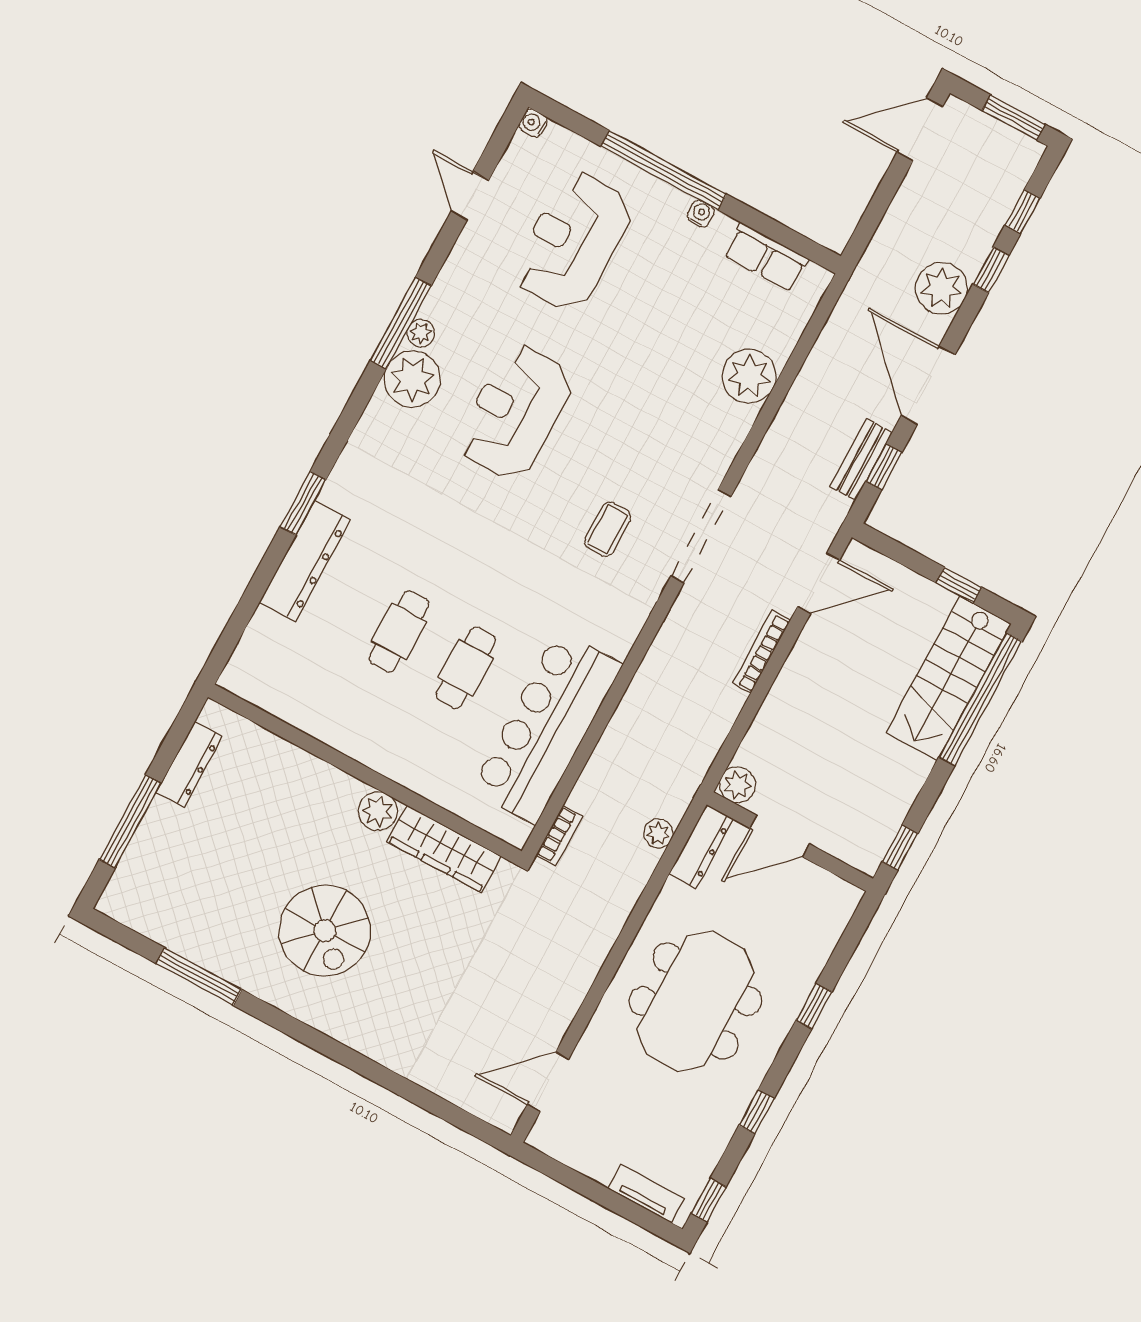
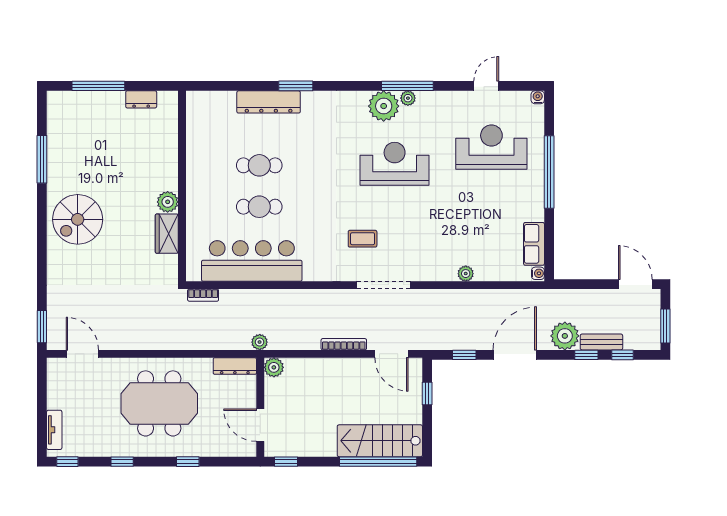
water cooler: (701, 214) -> (538, 273), moved
plant: (749, 376) -> (466, 274), width x0.53, depth x0.53
bench: (861, 459) -> (601, 342), moved
window: (959, 585) -> (427, 394), moved
dresser: (189, 764) -> (141, 99), width x0.70
plant: (658, 834) -> (260, 342), moved
door: (780, 836) -> (260, 425), moved
wardrobe: (444, 849) -> (167, 234), width x0.67
spiral stairs: (325, 931) -> (78, 219), moved
window: (469, 1123) -> (42, 327), added

